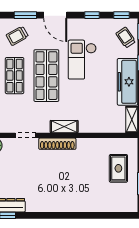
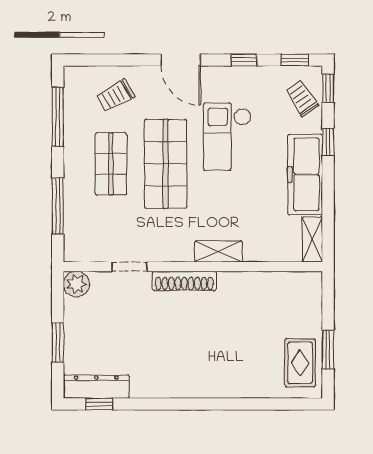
window: (25, 15) -> (130, 60), removed
shelving: (64, 127) -> (219, 251), moved
rug: (118, 168) -> (300, 363), moved

